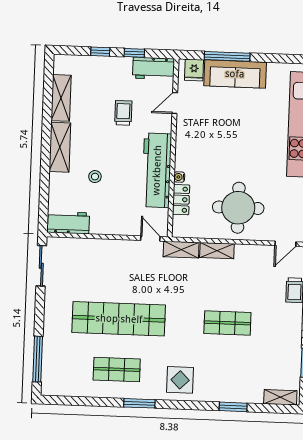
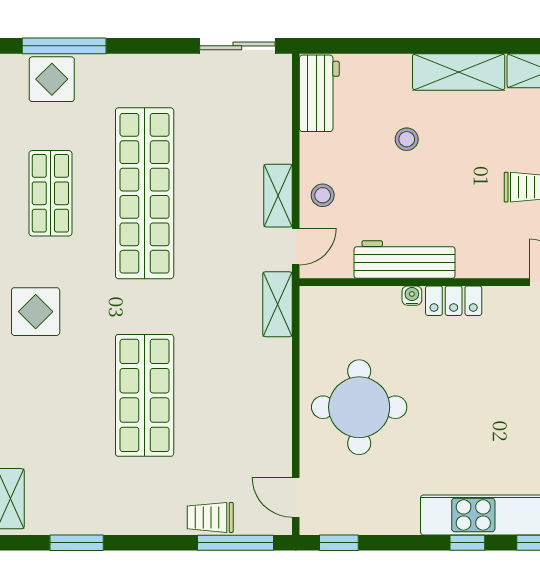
workbench: (157, 170) -> (405, 259), width x0.73, depth x0.76
locker: (181, 200) -> (454, 301), moved
stool: (123, 223) -> (323, 195), added
shelving: (217, 251) -> (278, 196), moved
shop shelf: (227, 323) -> (145, 395), width x1.43, depth x1.36
display table: (55, 366) -> (52, 79), added

